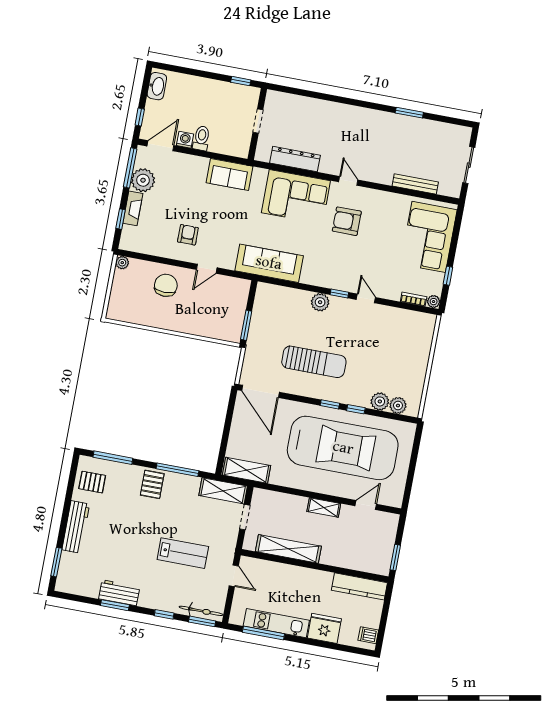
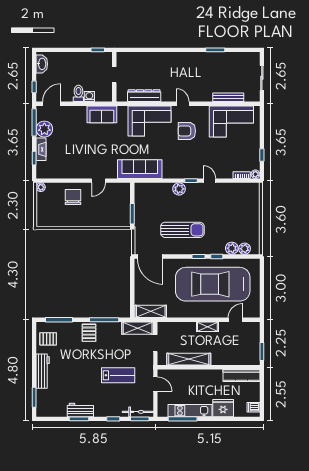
washing machine: (185, 140) -> (89, 97), moved
armchair: (188, 235) -> (81, 160), removed
corner sofa: (429, 237) -> (231, 121), moved, turned -90
car: (343, 448) -> (213, 284), turned 180

